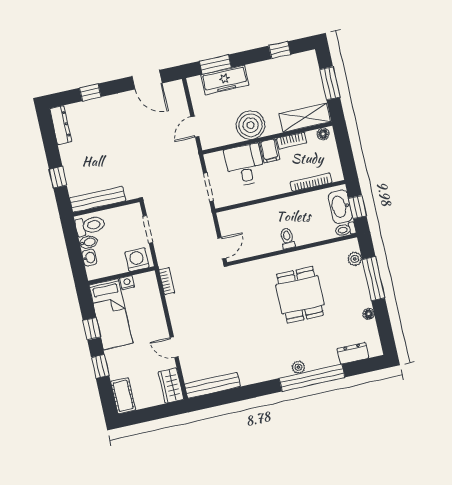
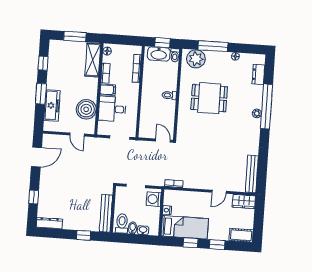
window: (215, 64) -> (41, 94), moved
boiler: (251, 125) -> (86, 109), moved
plant: (355, 259) -> (196, 59), width x1.88, depth x1.88

